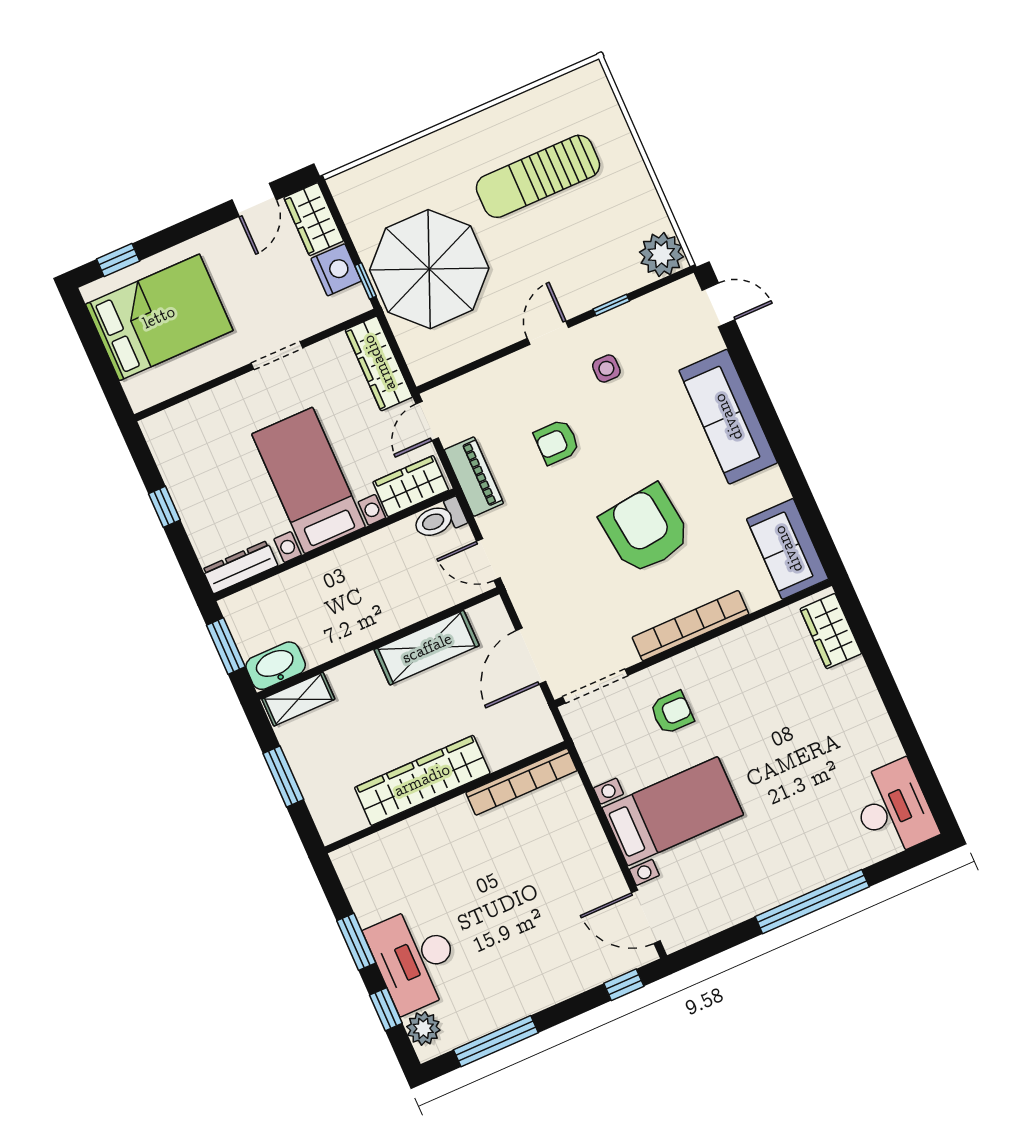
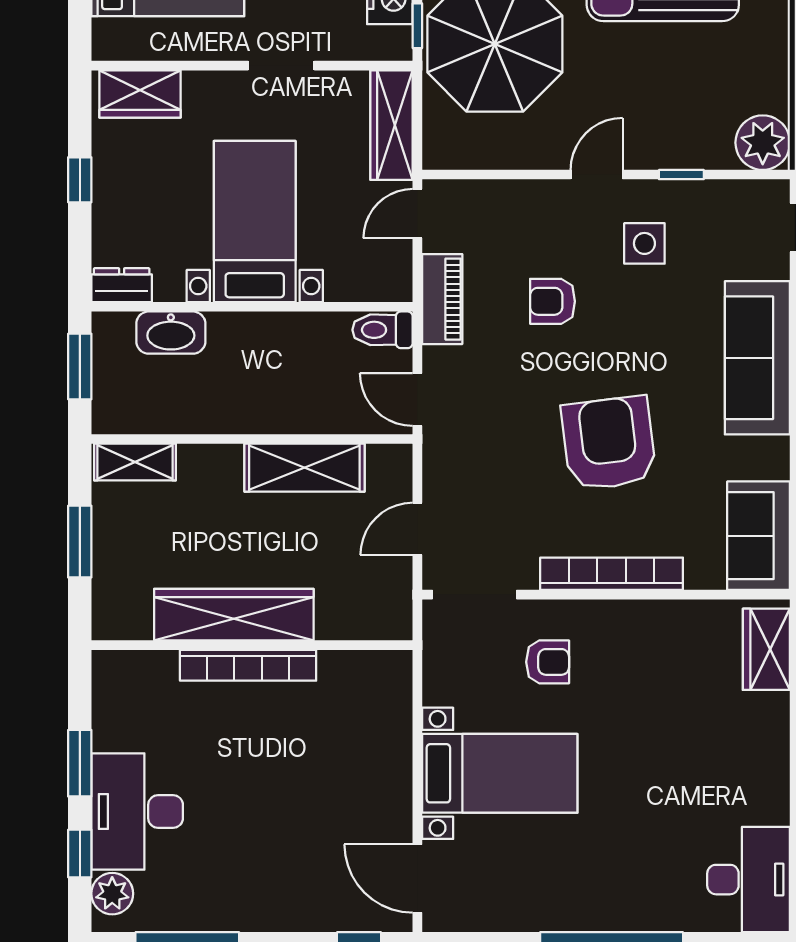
side table: (606, 369) -> (644, 243), width x1.37, depth x1.37
wardrobe: (411, 486) -> (140, 94), moved, turned 180
dresser: (240, 567) -> (122, 285), width x0.70
door: (531, 656) -> (417, 529), width x0.73
washbasin: (276, 666) -> (171, 333), moved, turned 180
bookcase: (522, 782) -> (248, 665), moved

